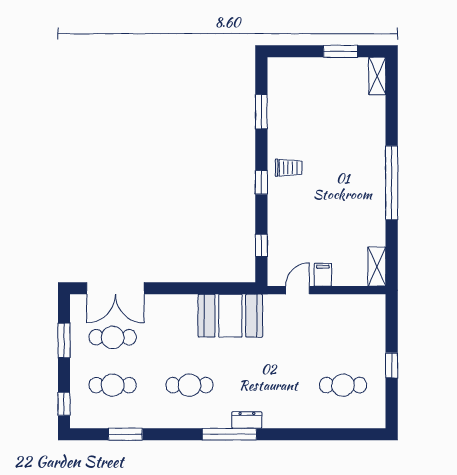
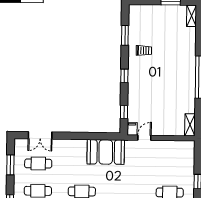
trolley: (289, 168) -> (144, 50), moved
filing cabinet: (323, 275) -> (132, 129), moved
double door: (115, 288) -> (40, 135), width x0.73

